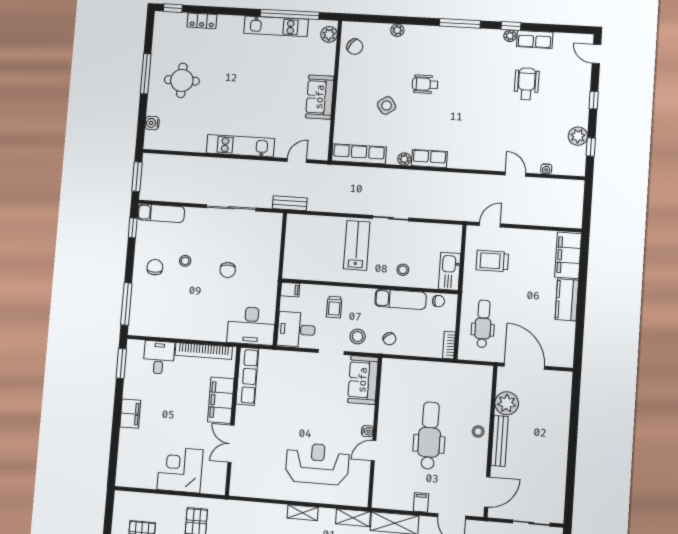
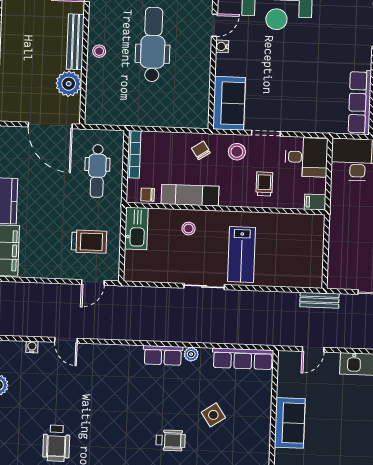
bookcase: (449, 345) -> (134, 154), width x1.56
dental chair: (429, 436) -> (153, 44), turned 180

